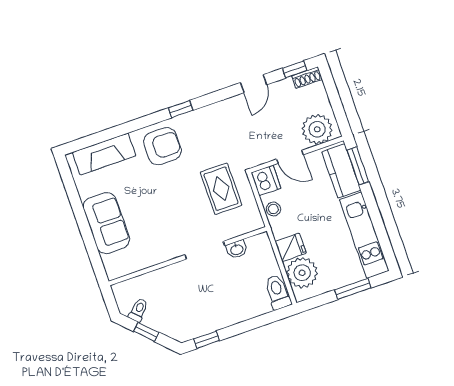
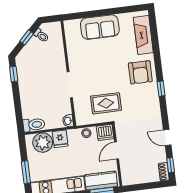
plant: (317, 129) -> (130, 171), removed
washbasin: (237, 249) -> (68, 121), moved

